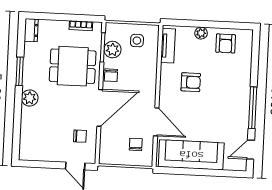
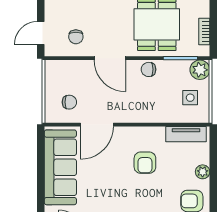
plant: (113, 50) -> (200, 70), moved
door: (100, 108) -> (110, 58), width x0.73

